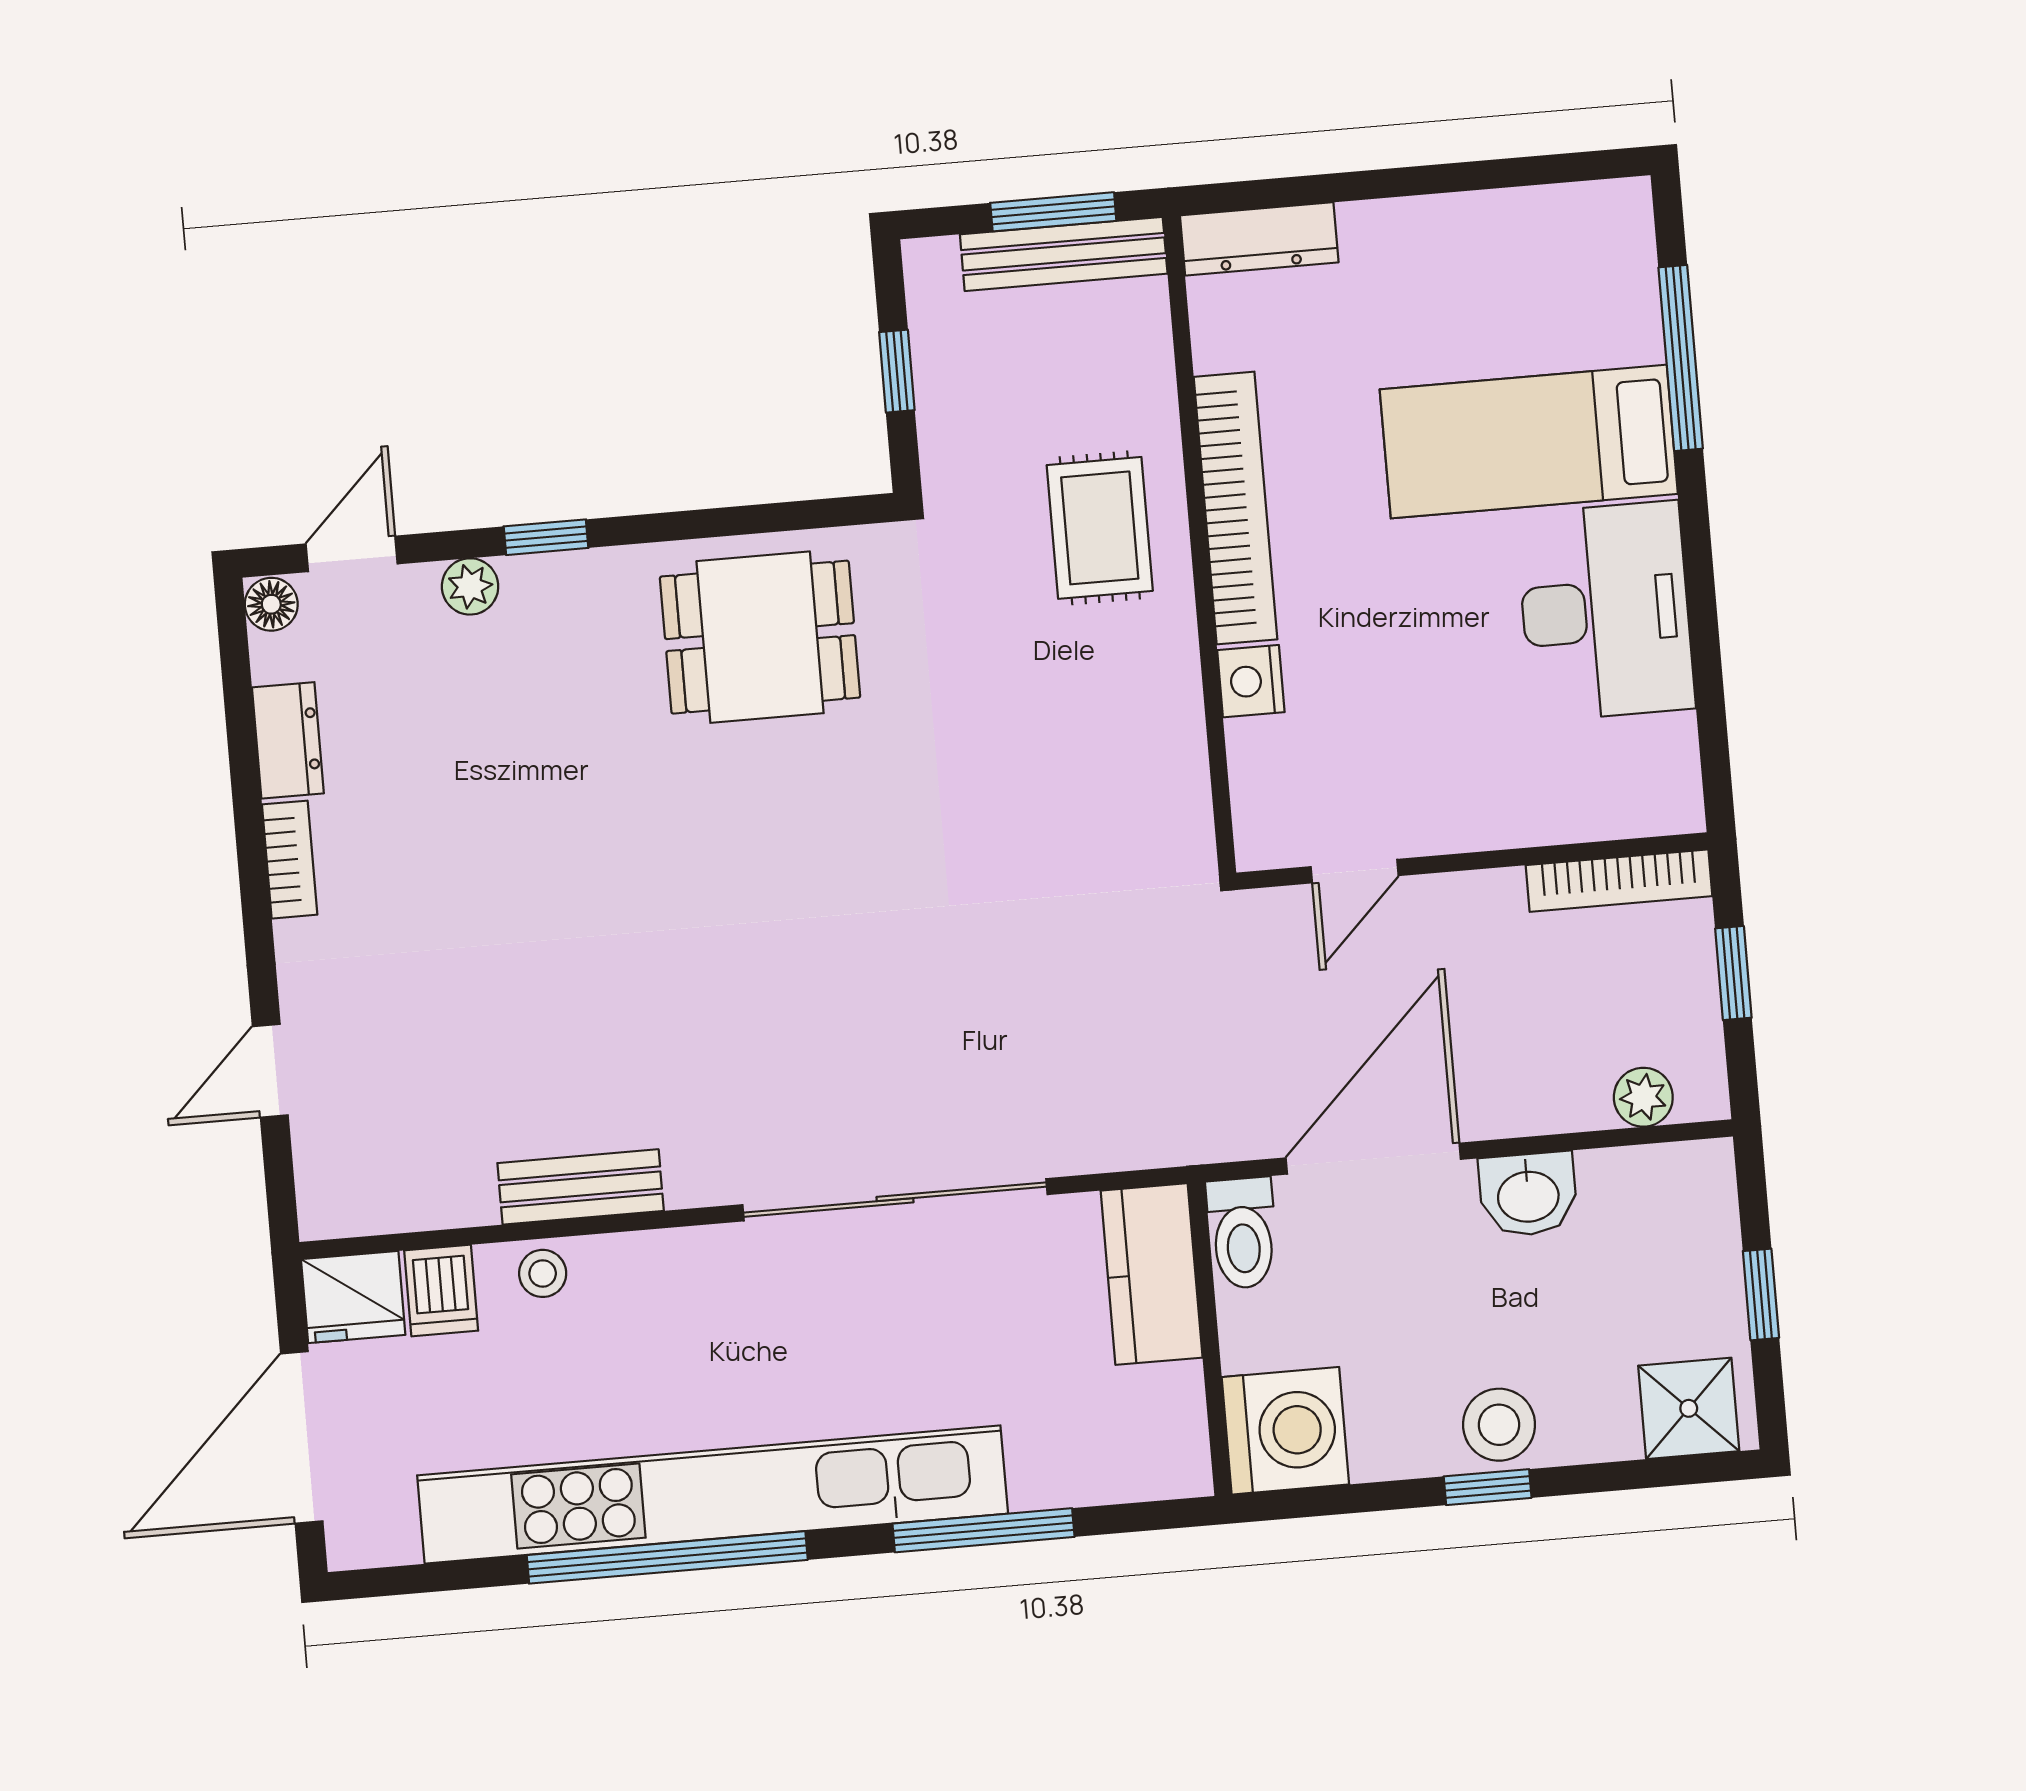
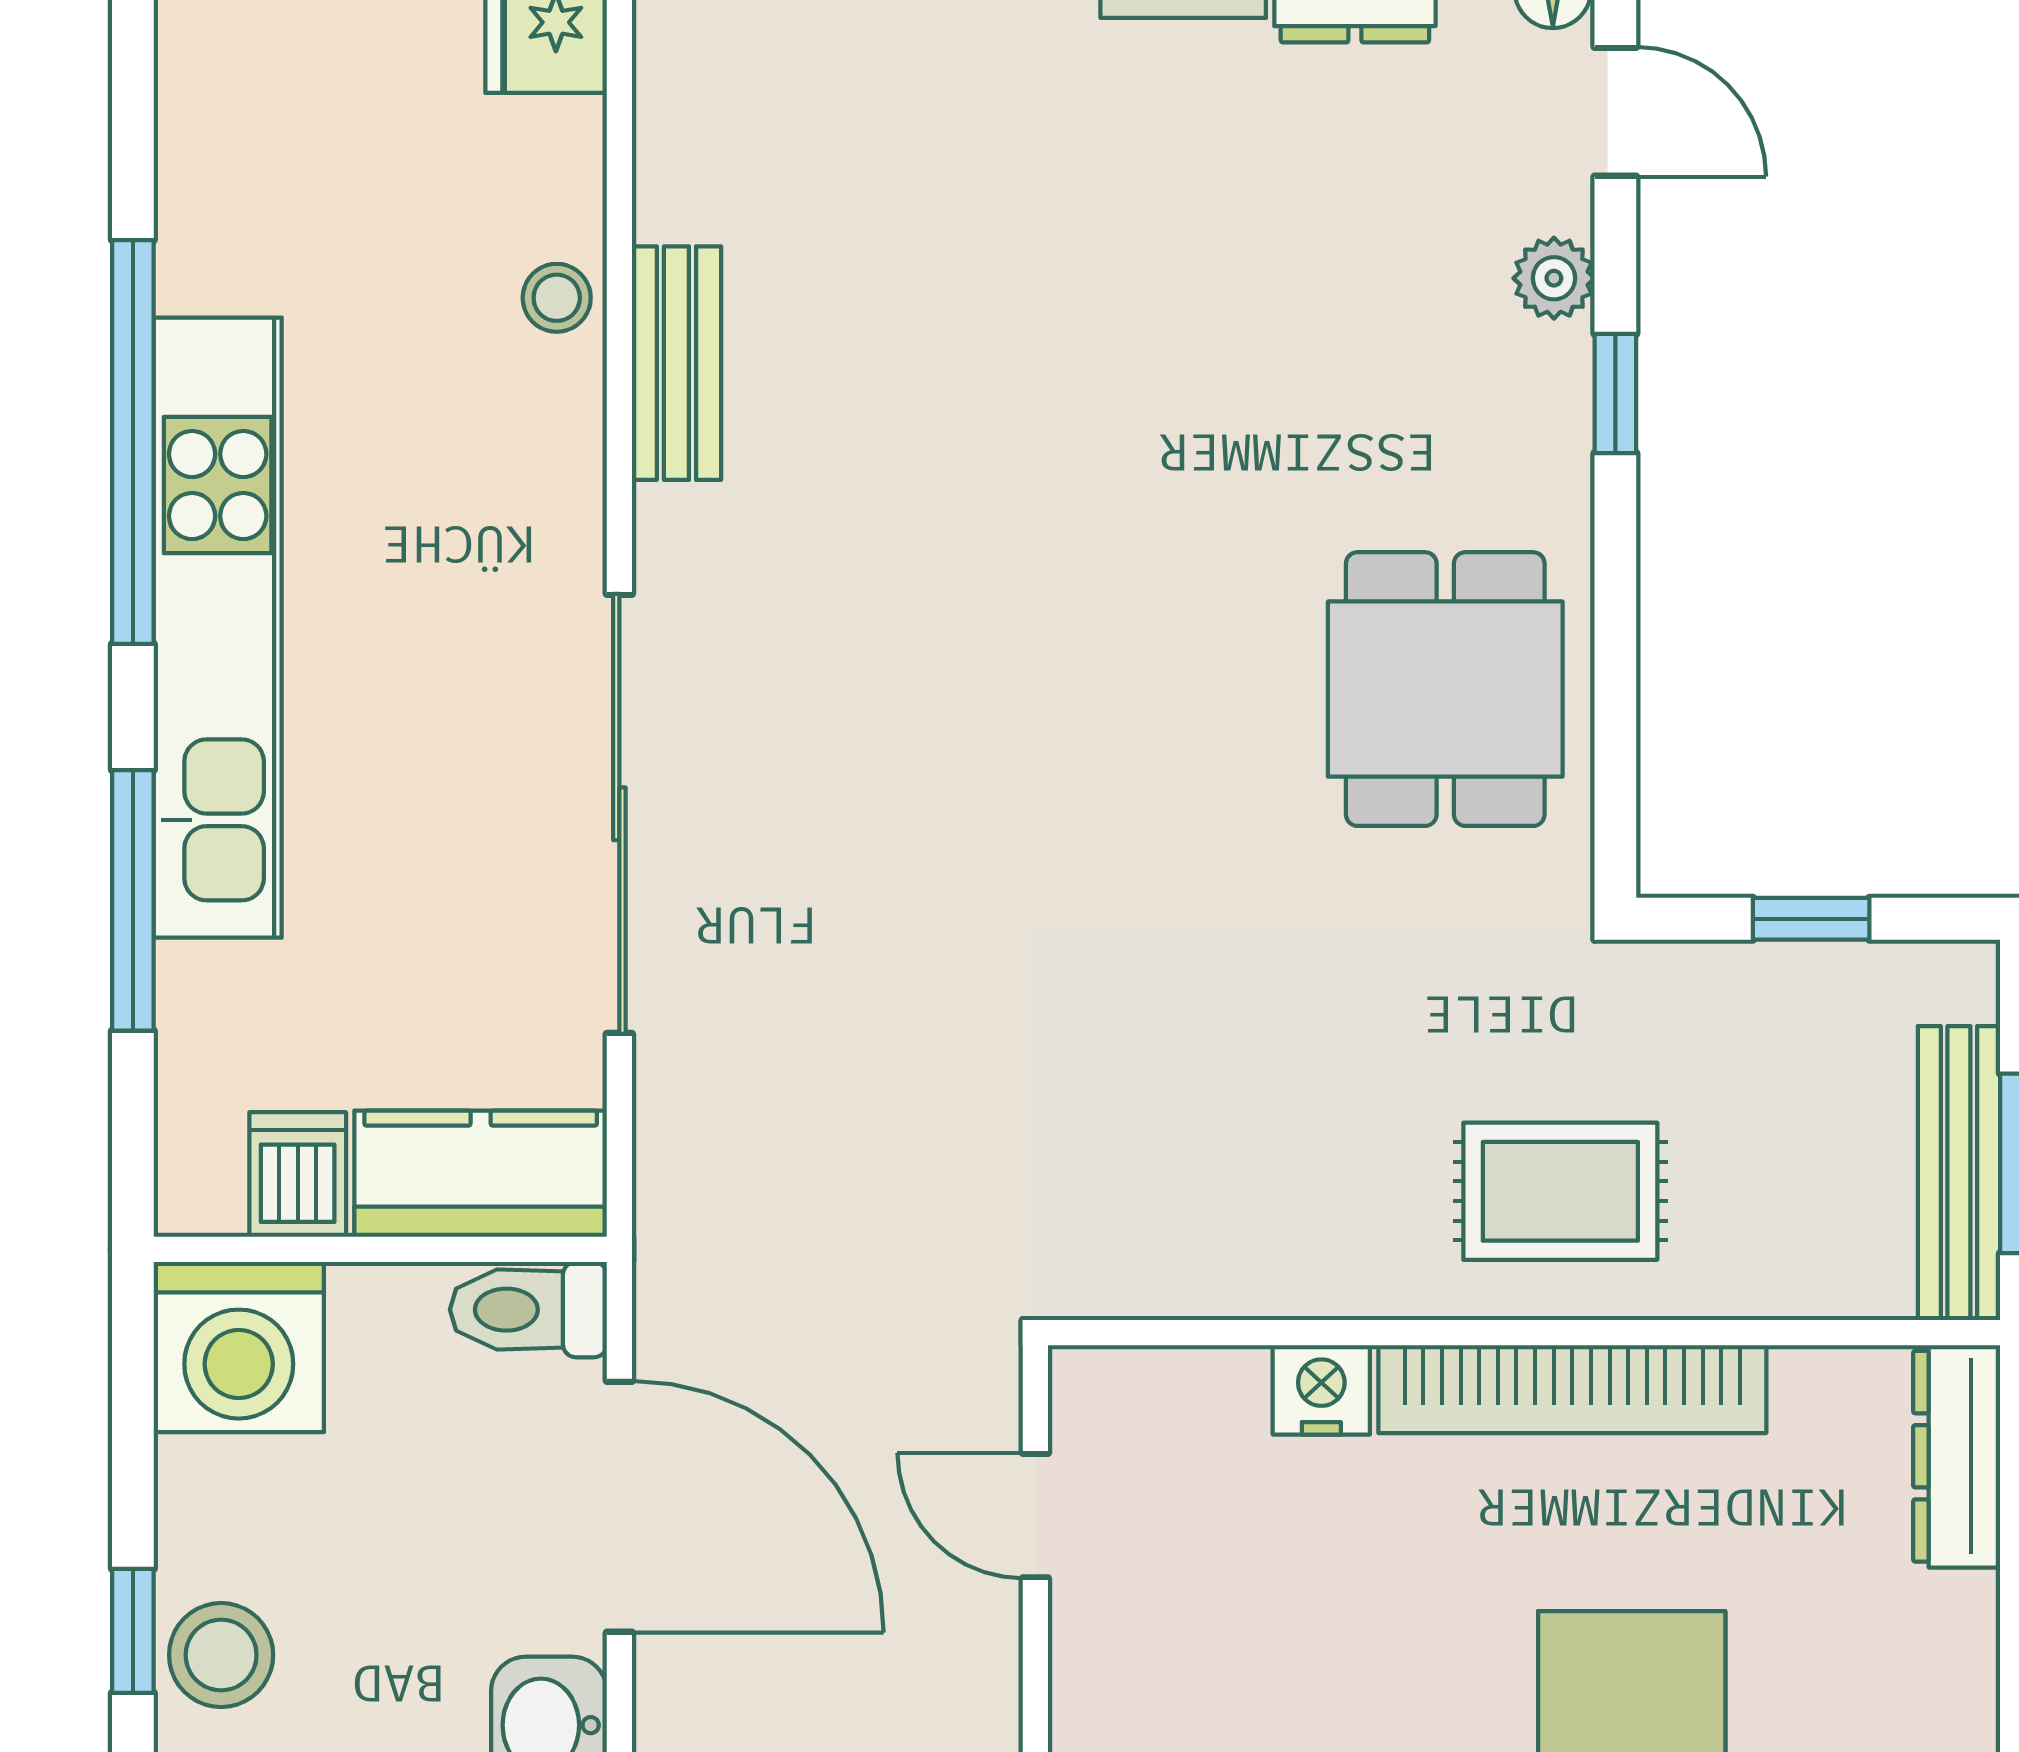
dishwasher: (441, 1291) -> (298, 1175), moved, turned 90
kitchen unit: (713, 1495) -> (218, 628), width x0.73

